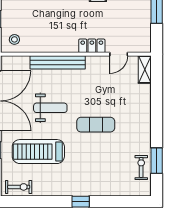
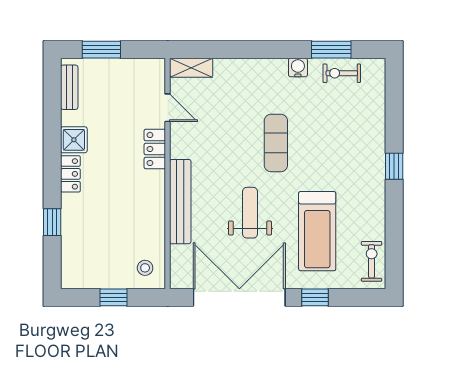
water cooler: (145, 139) -> (298, 68), added

